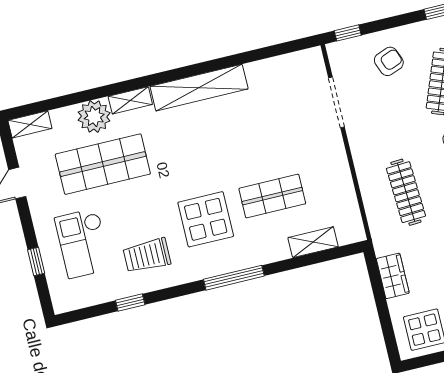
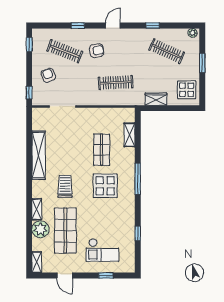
shelving: (199, 88) -> (39, 155), moved
trolley: (147, 255) -> (65, 186), moved, turned 180

